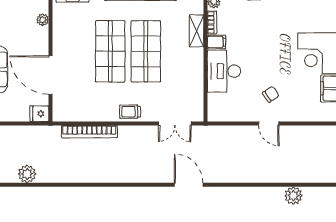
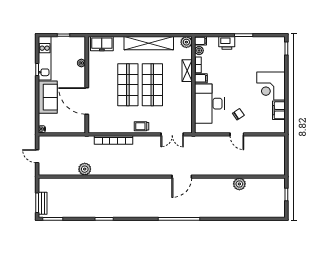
desk: (224, 71) -> (209, 104), width x1.36, depth x1.30
fridge: (39, 114) -> (79, 128), removed
plant: (27, 174) -> (85, 169), moved
door: (189, 185) -> (182, 177), swing flipped
plant: (293, 196) -> (239, 184), moved

